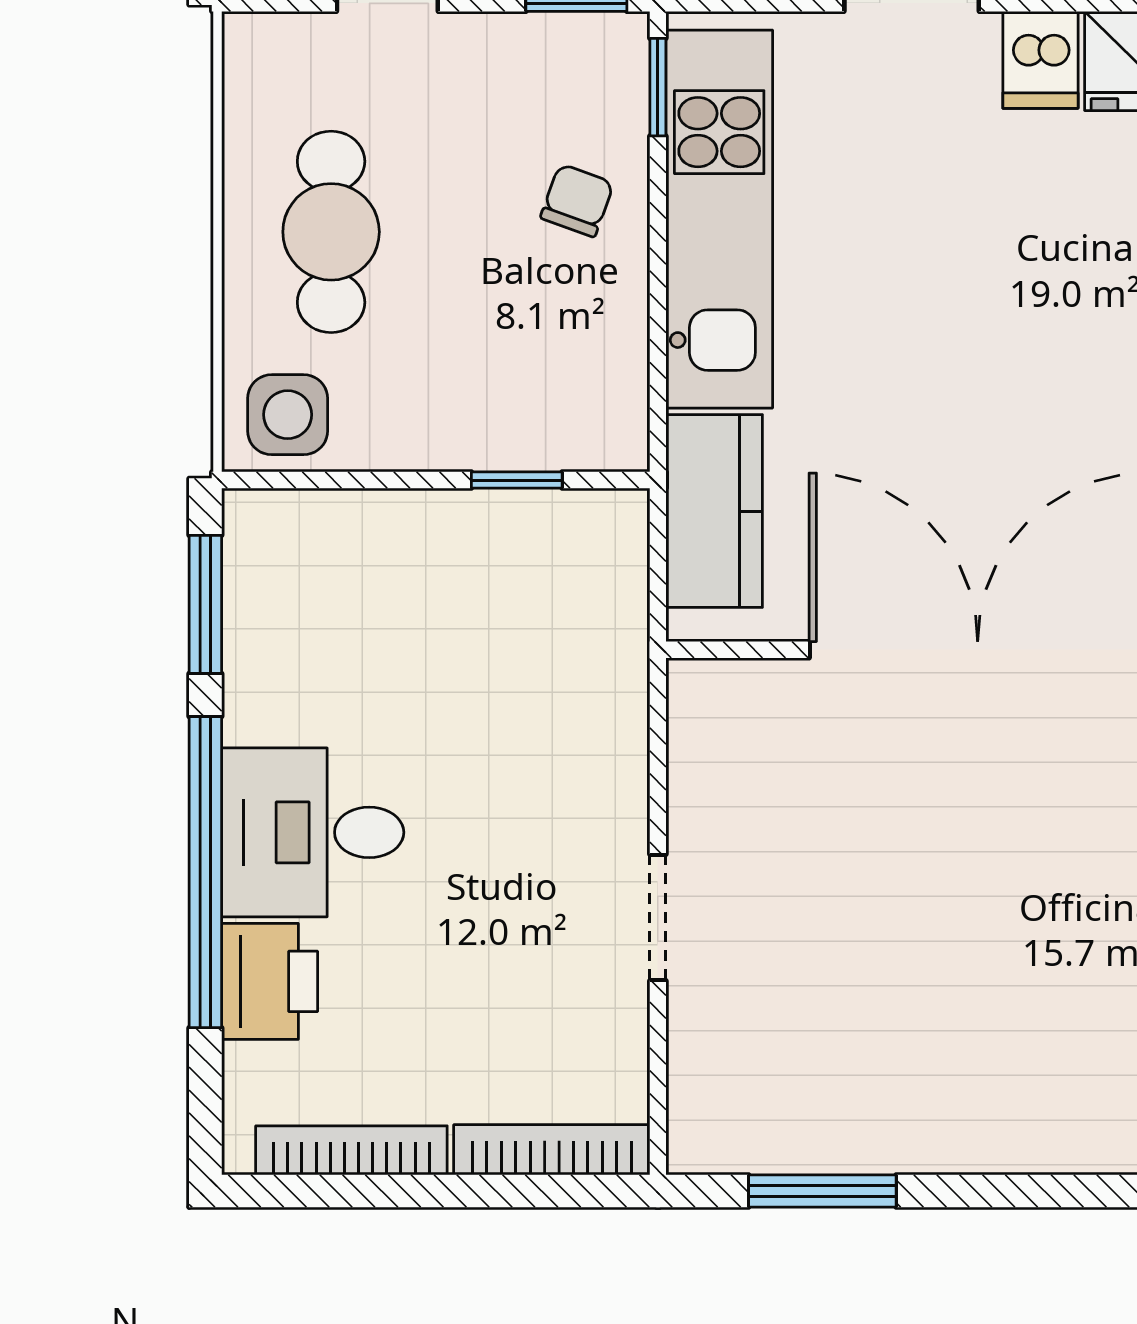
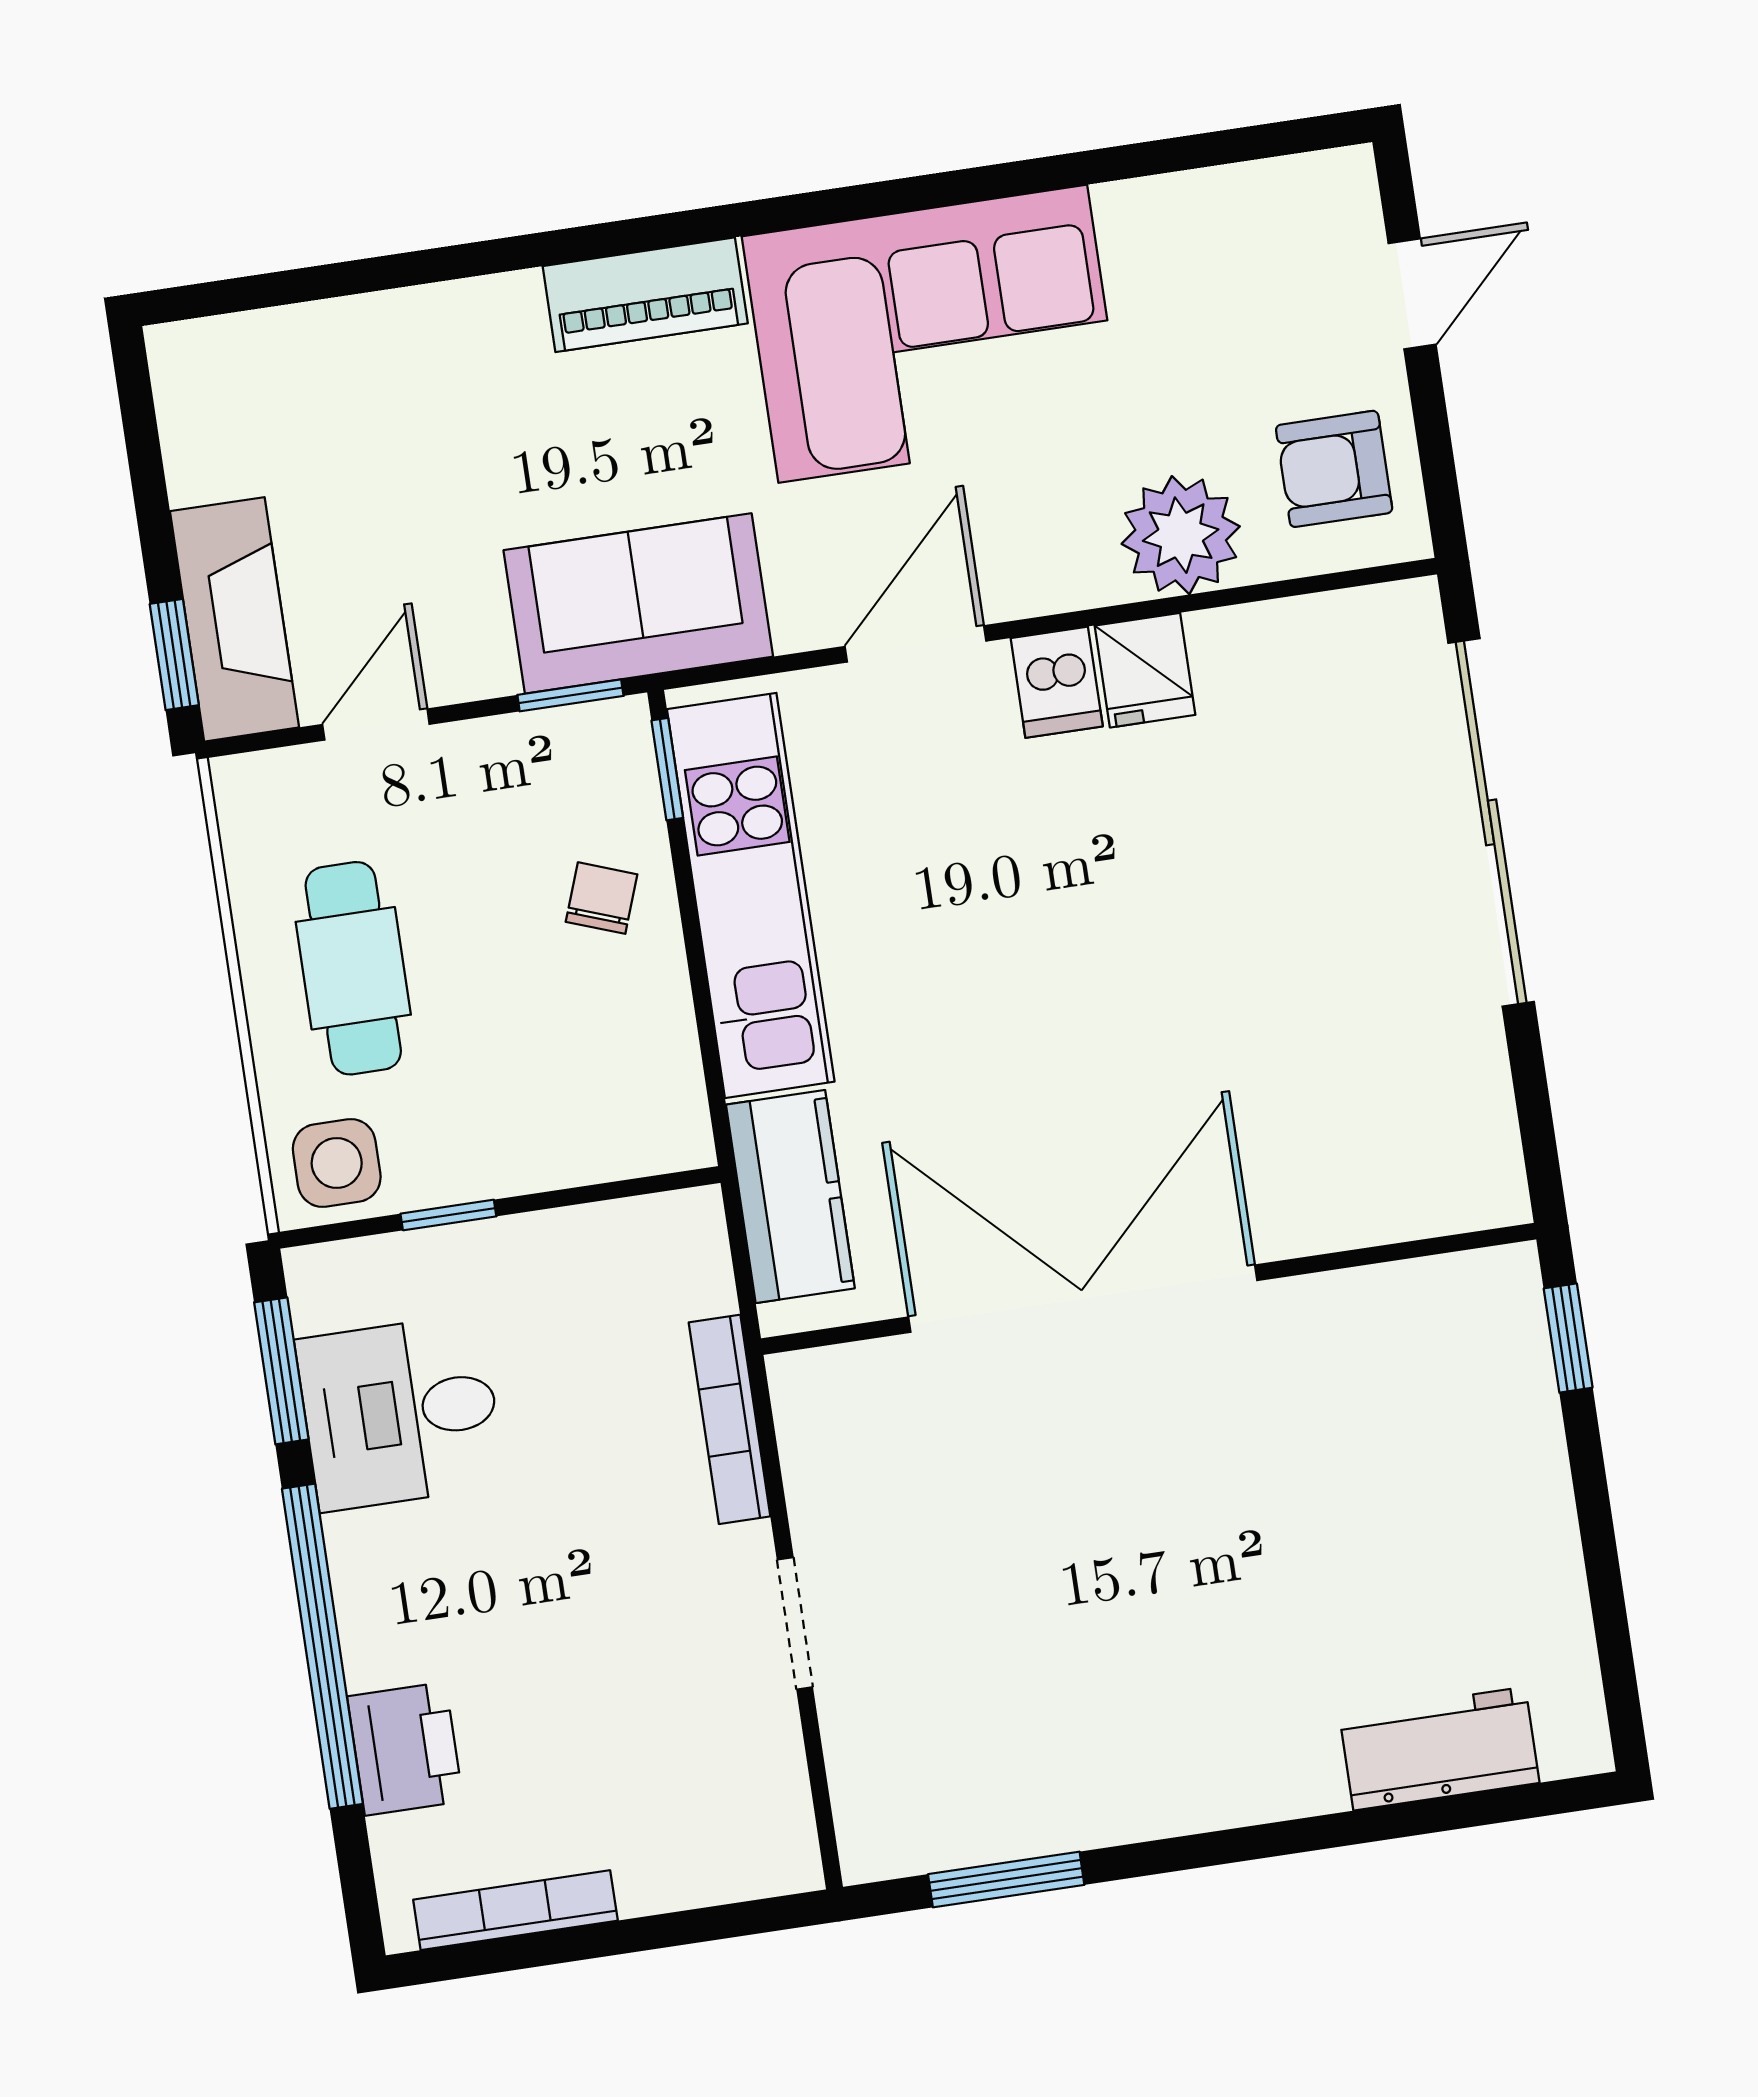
window: (517, 480) -> (448, 1215), moved
desk: (313, 832) -> (400, 1412), moved
bookcase: (552, 1150) -> (730, 1419), moved, turned -90

